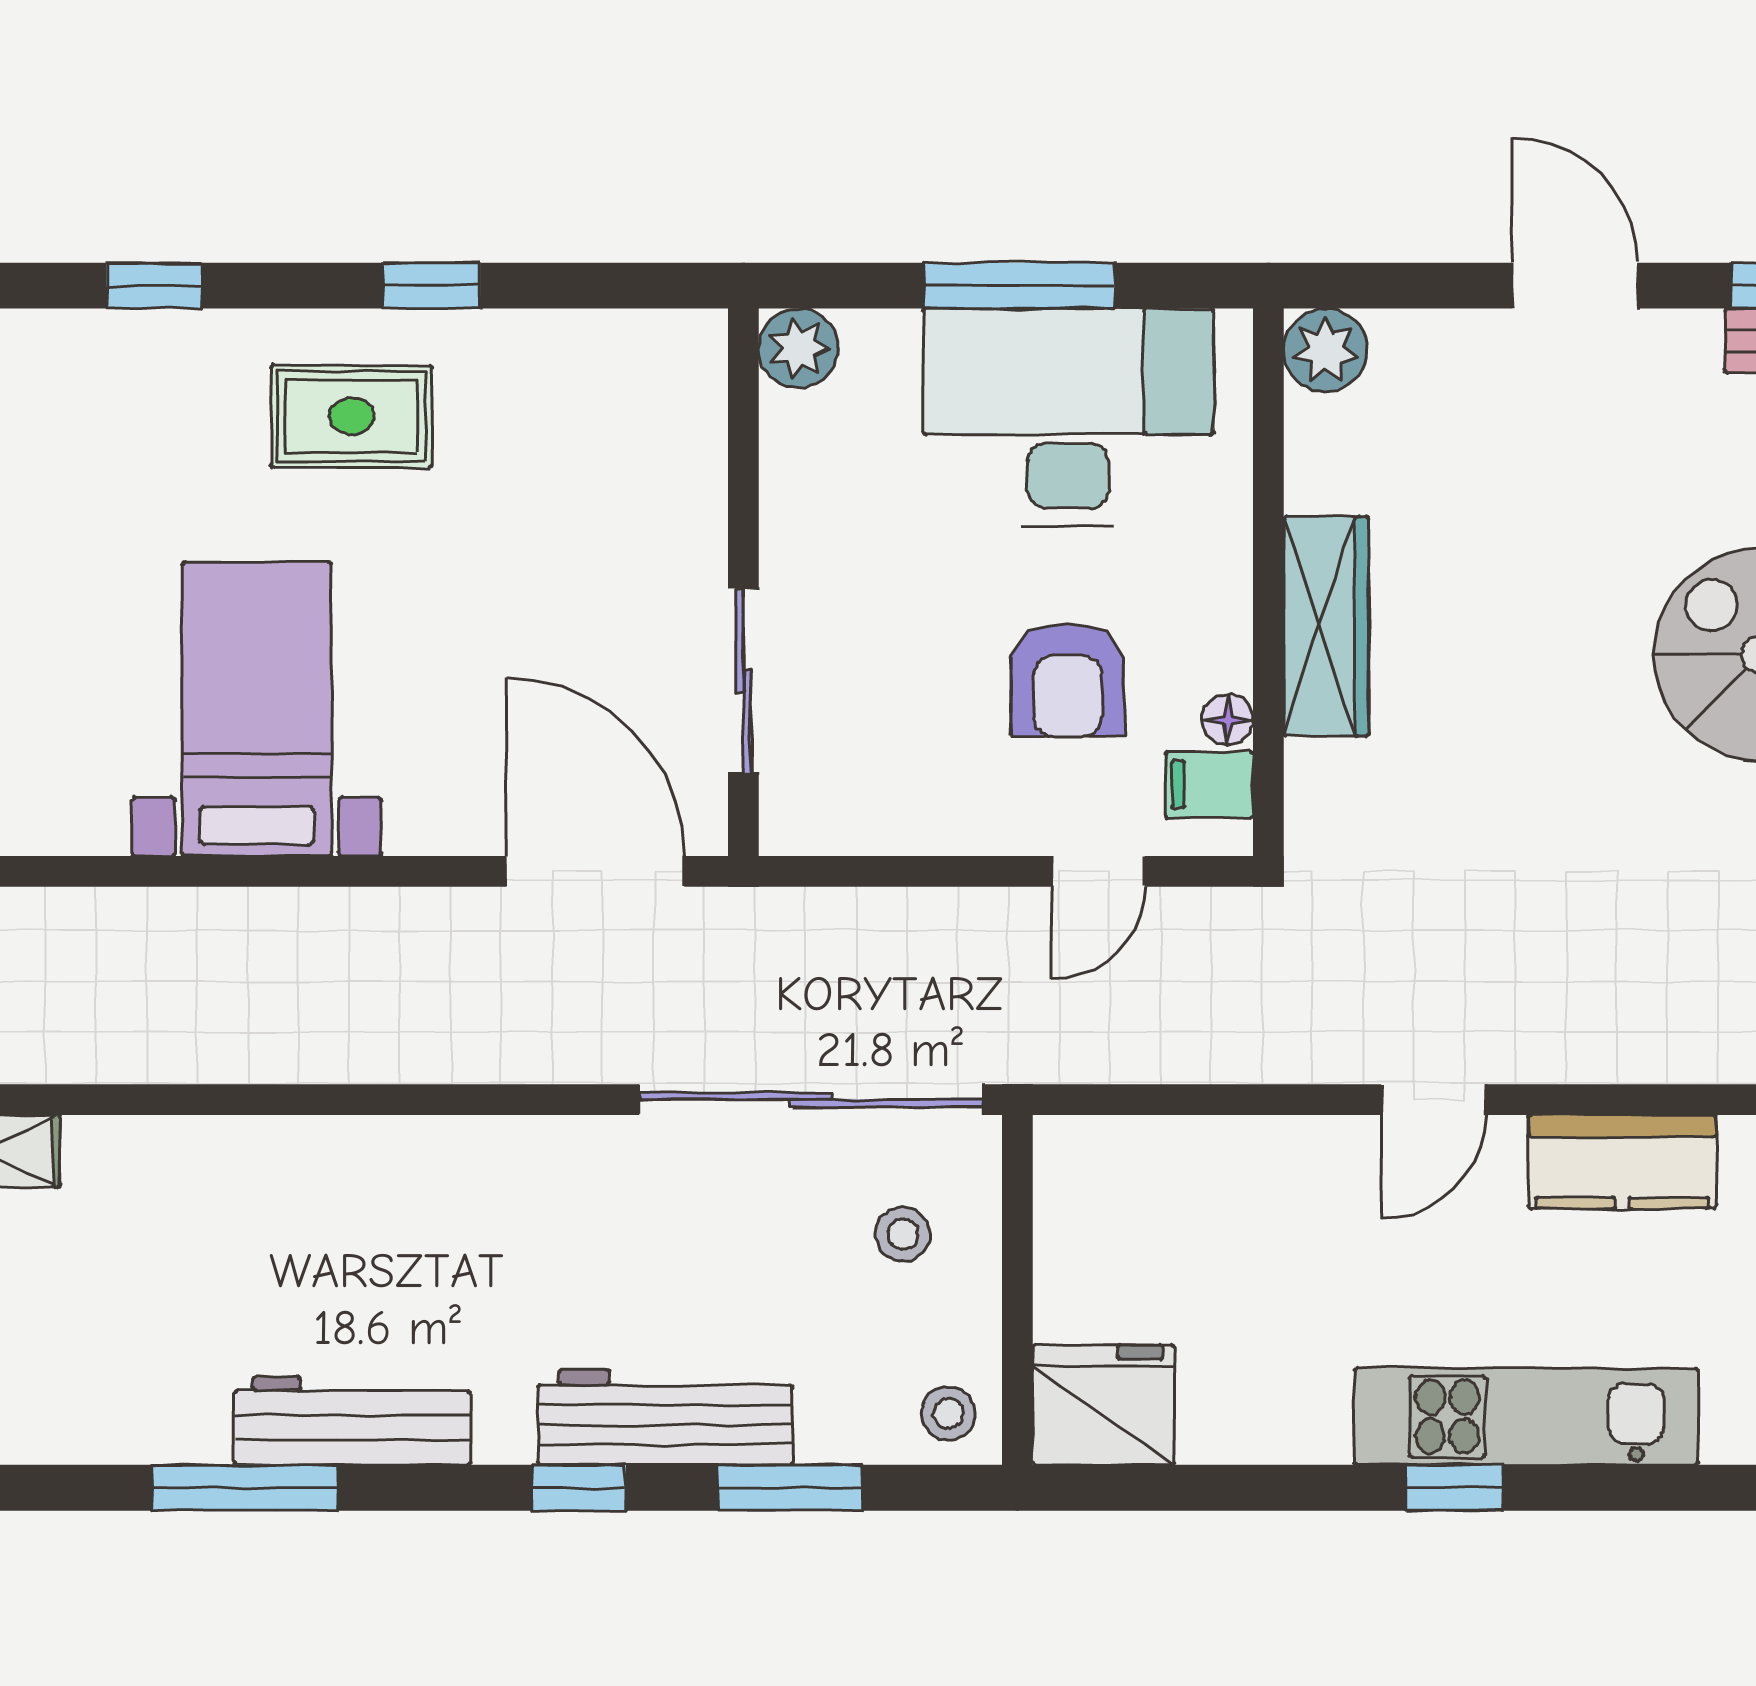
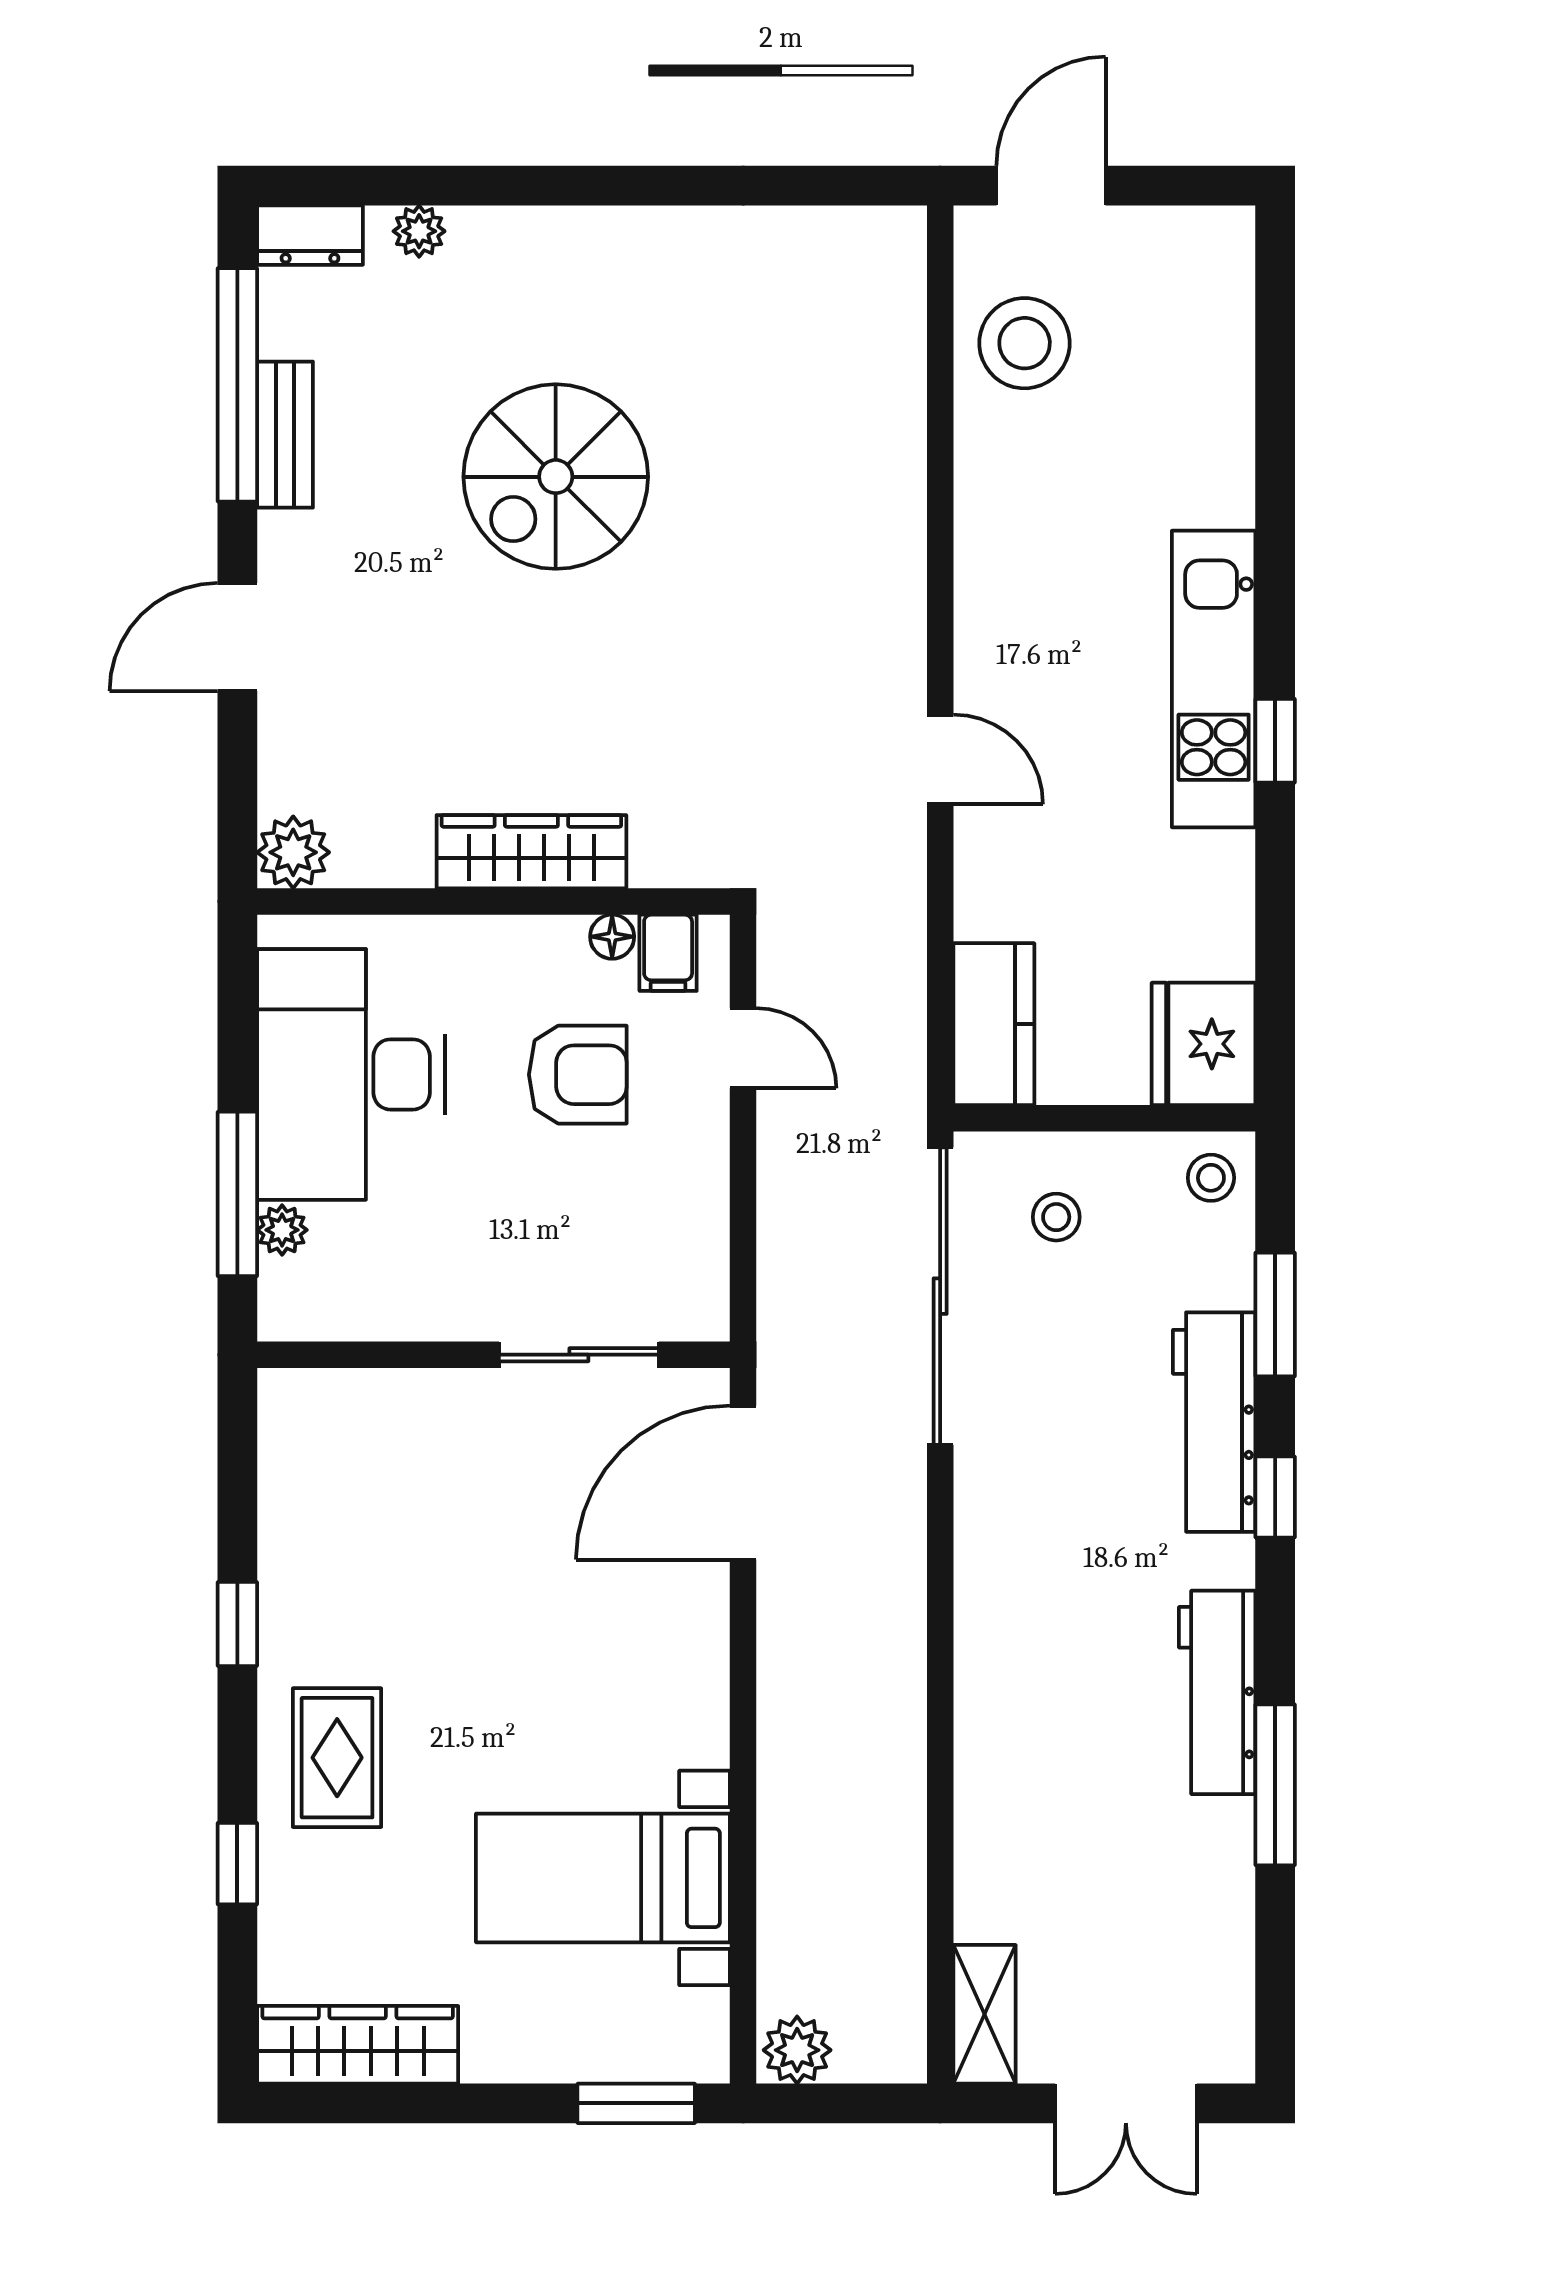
window: (1020, 286) -> (237, 1194), moved
plant: (798, 348) -> (282, 1230), moved, width x0.73, depth x0.73
rug: (352, 416) -> (337, 1758), moved
bed with nightstands: (257, 709) -> (603, 1878), moved
kitchen counter: (1622, 1162) -> (994, 1024), moved

